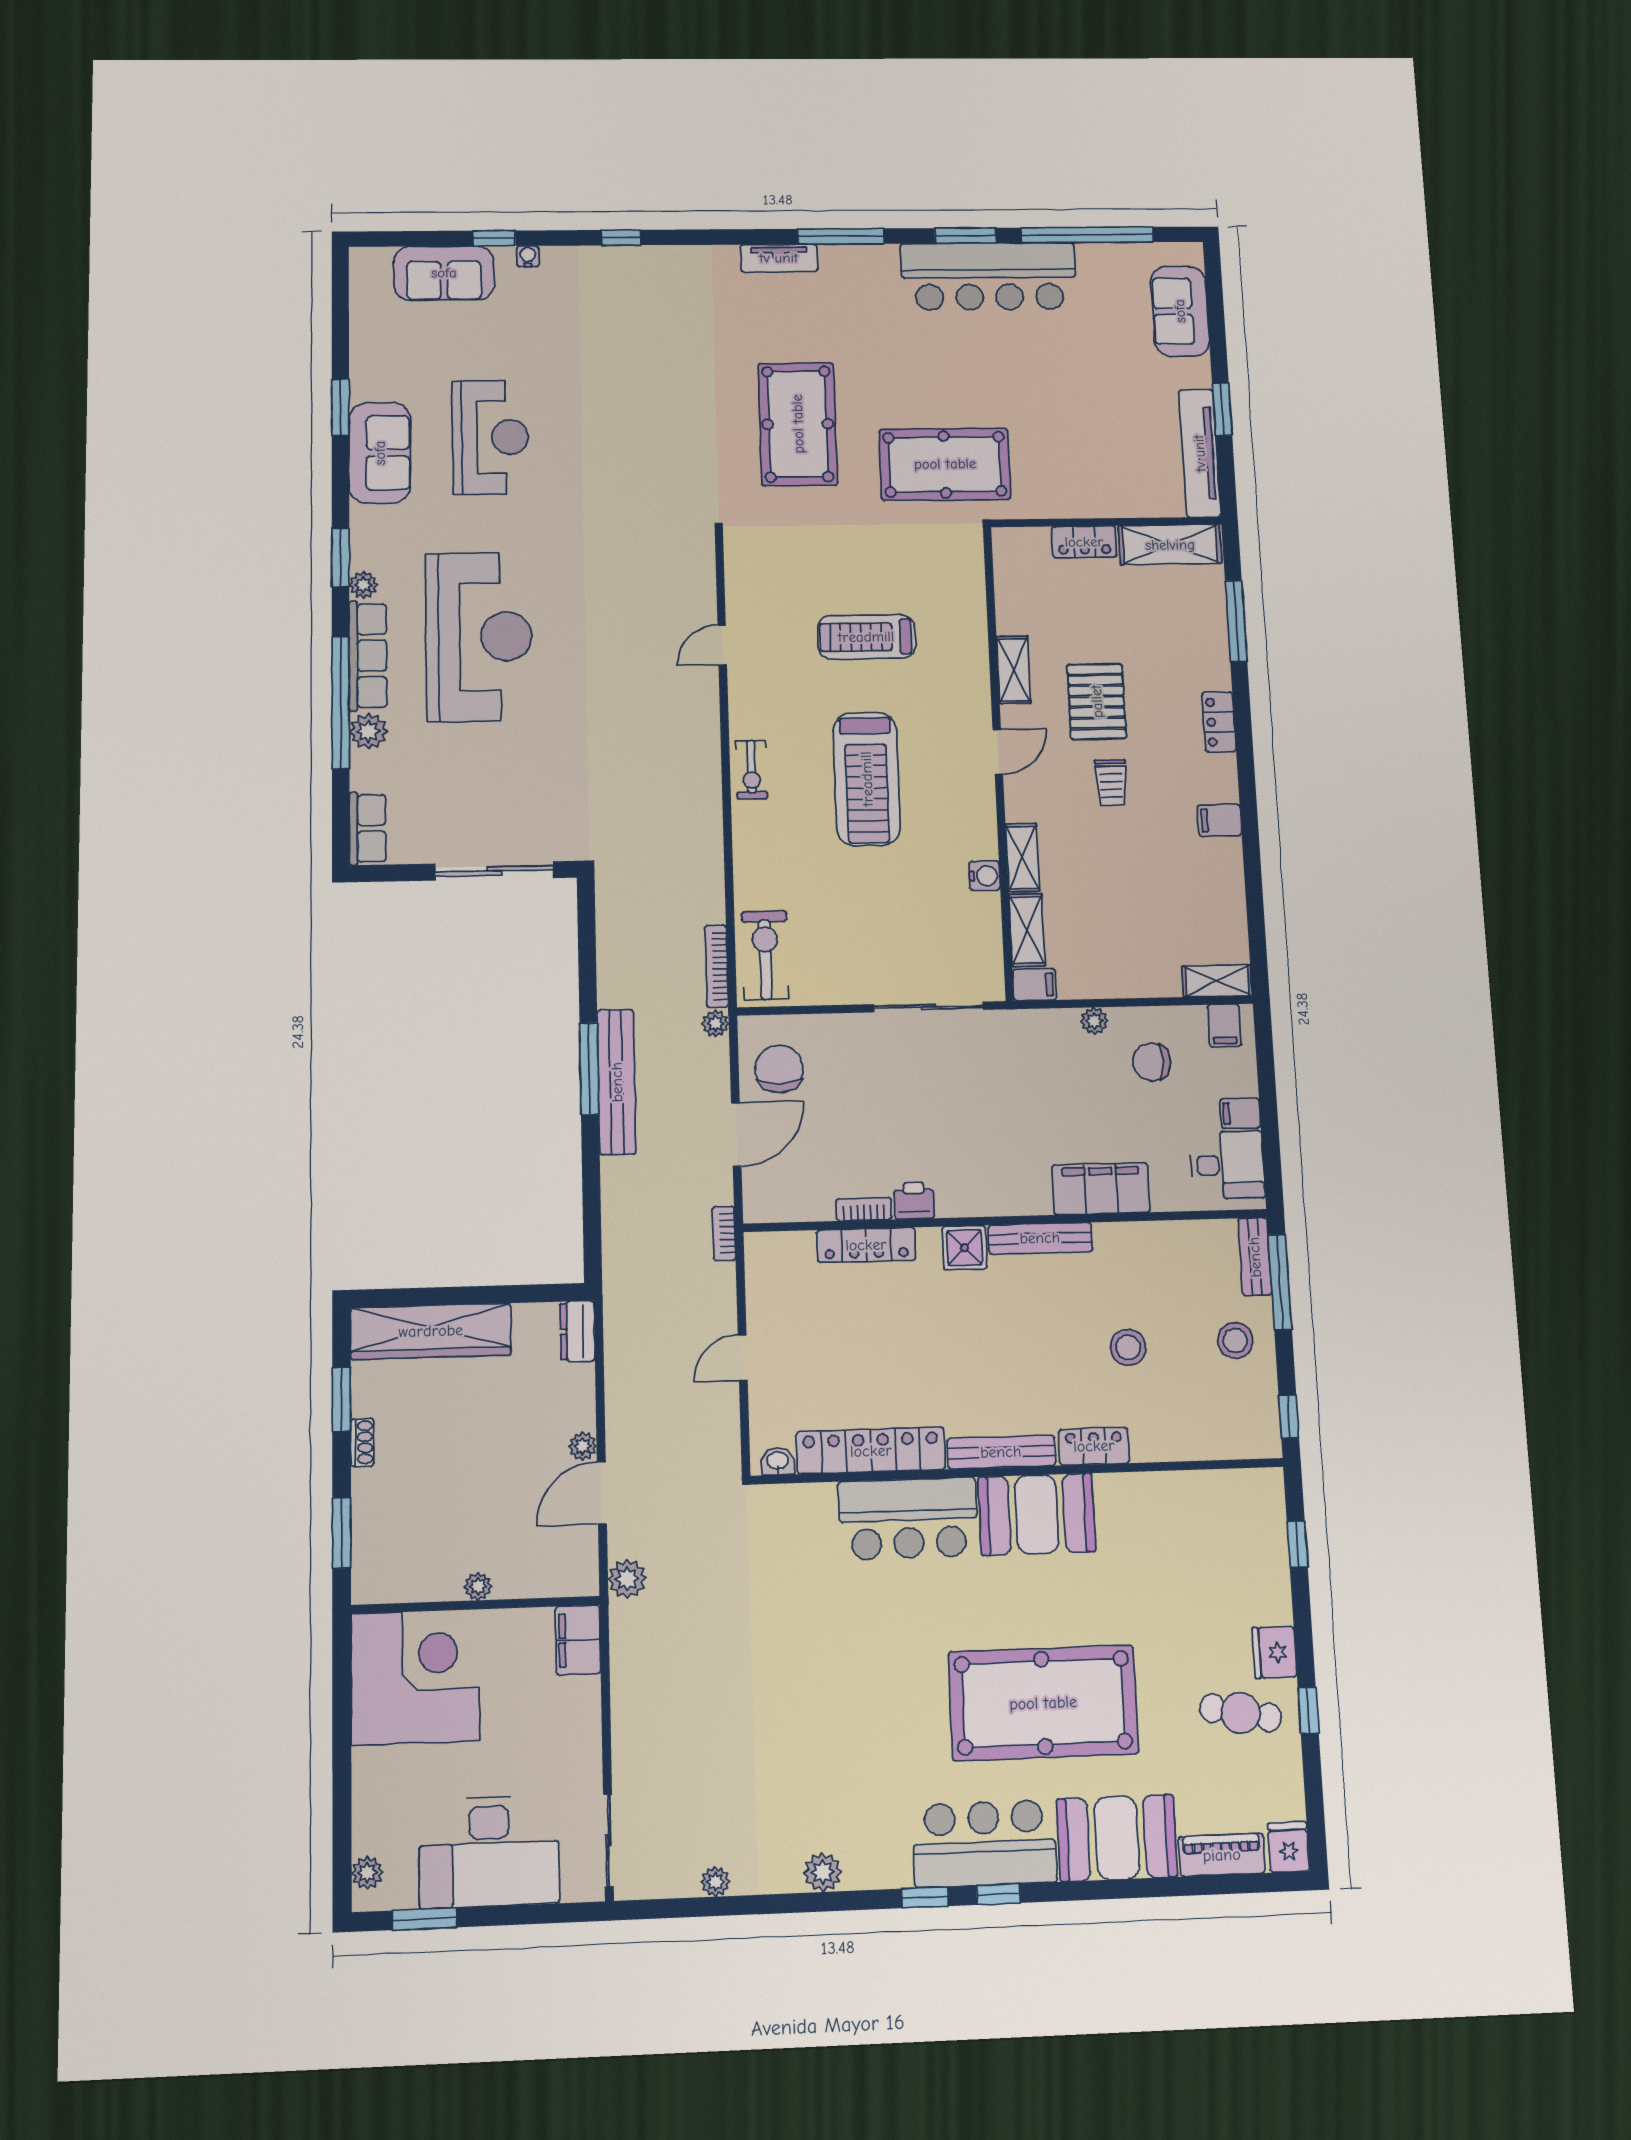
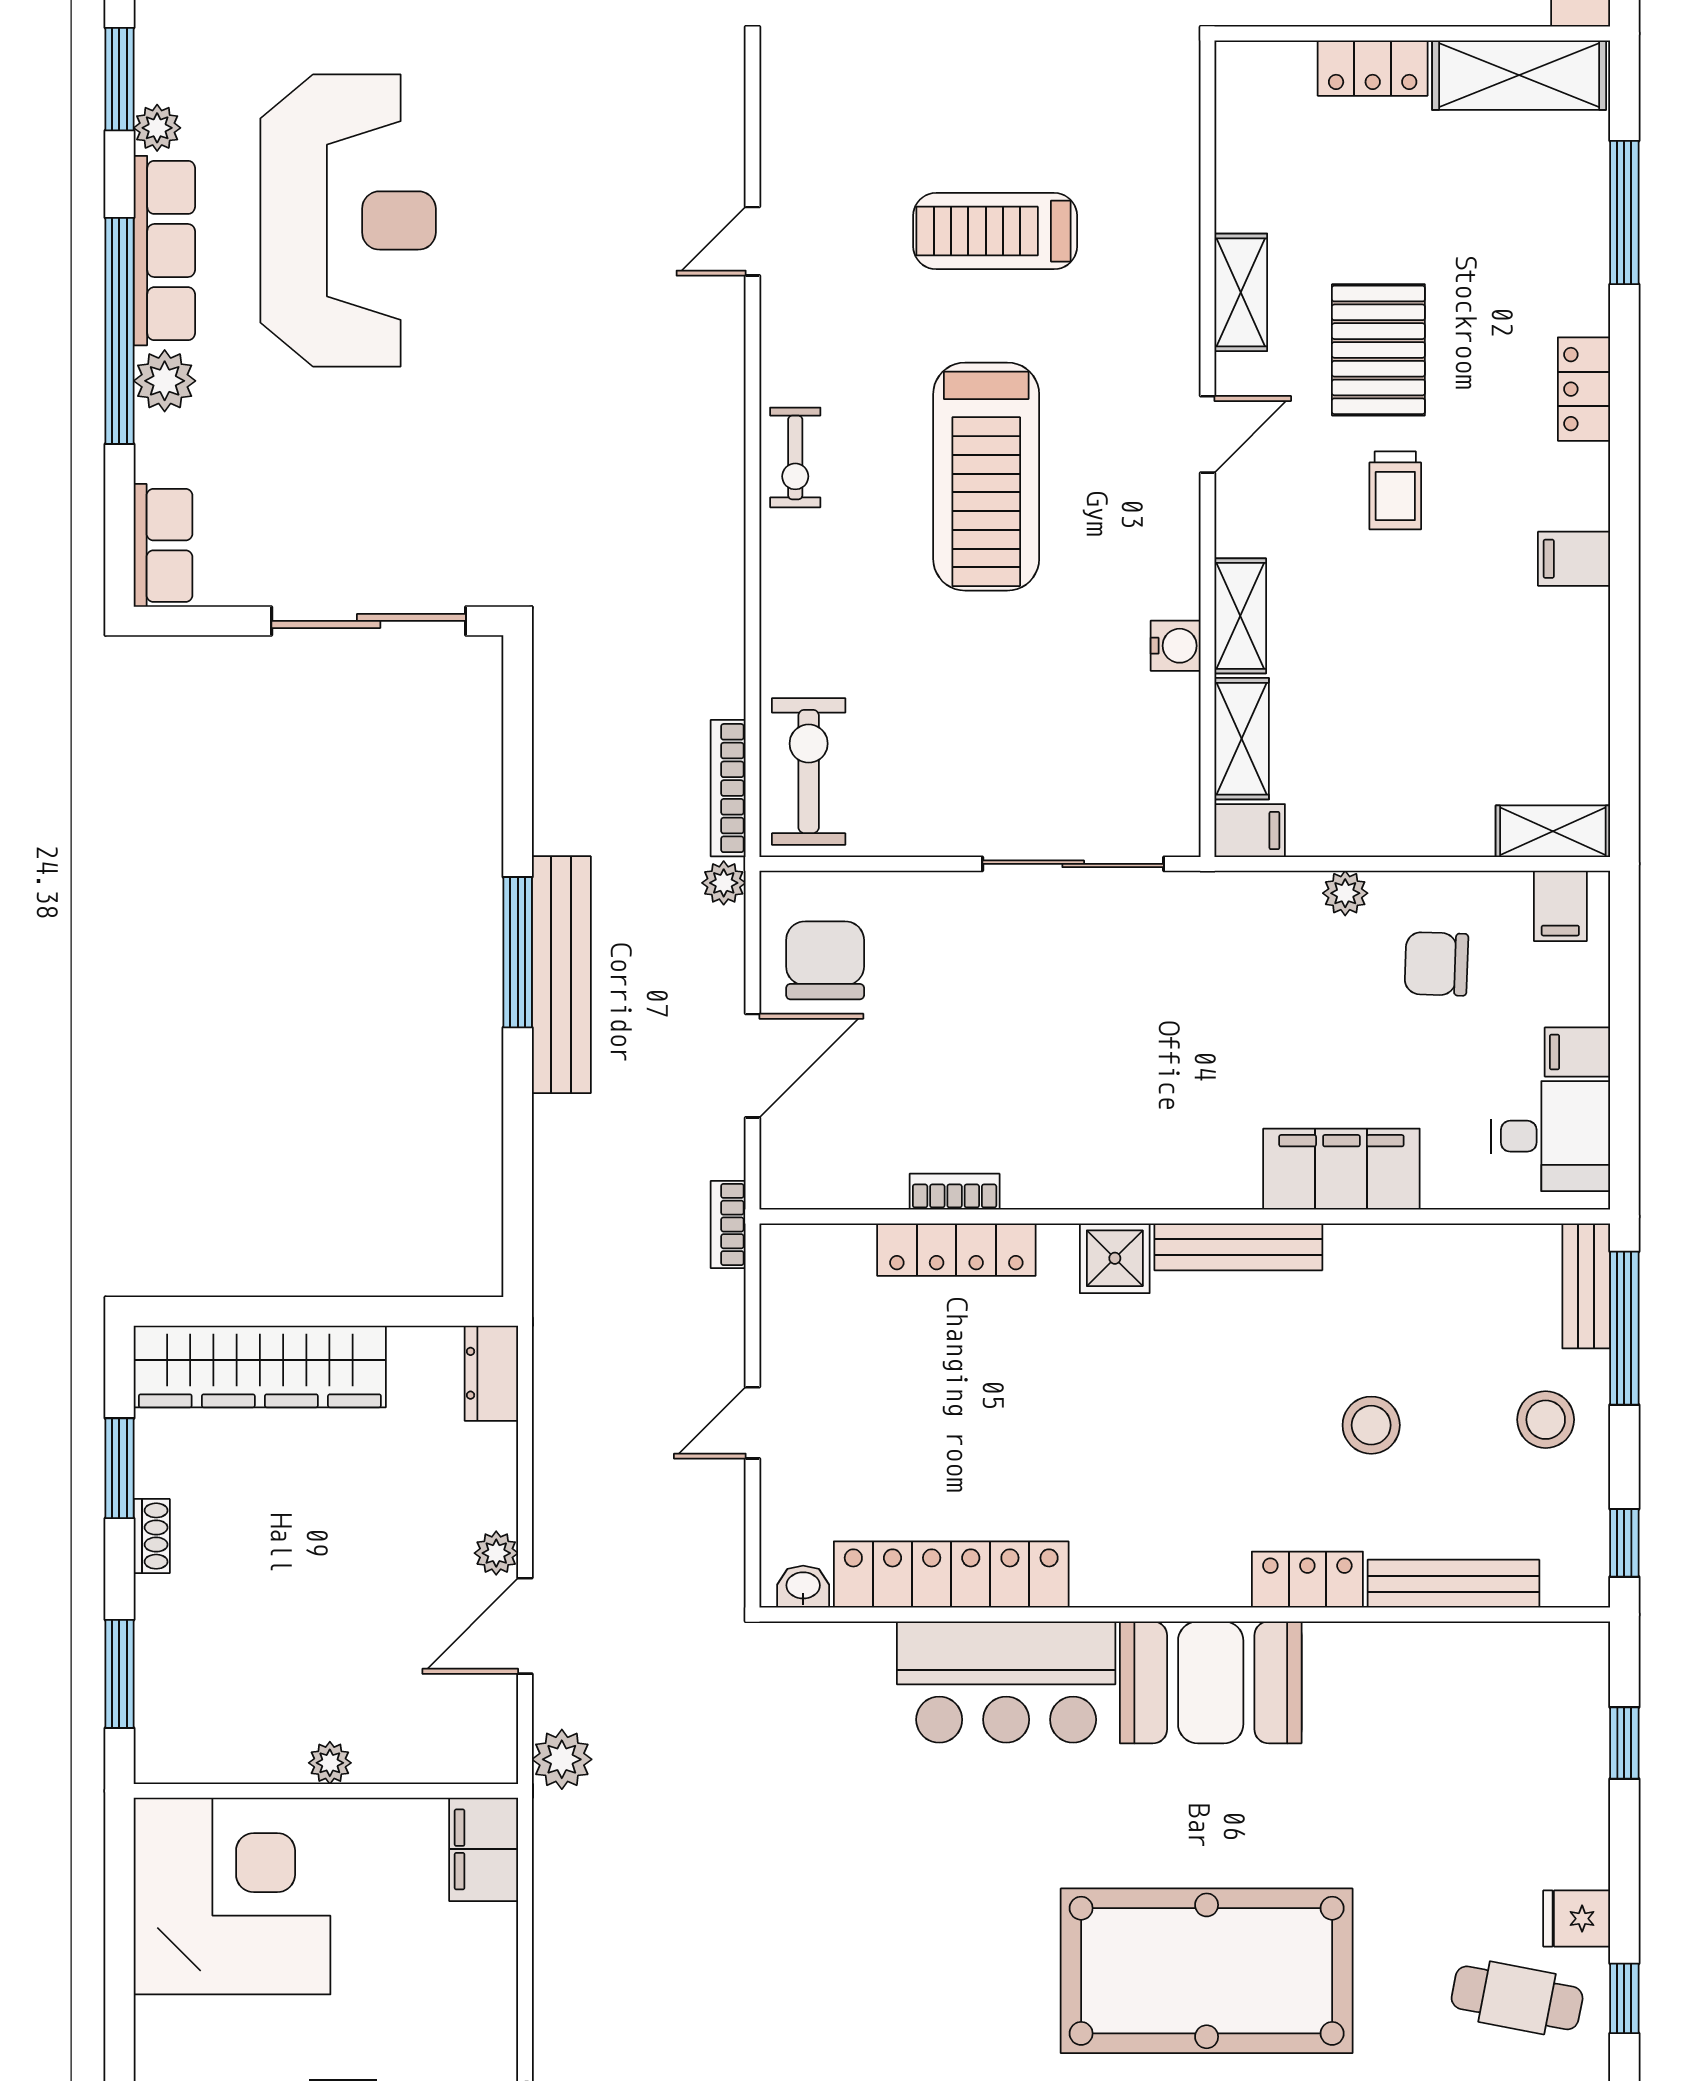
printer: (914, 1201) -> (1036, 1180), removed
bench: (1001, 1452) -> (1453, 1584), moved
fridge: (1274, 1652) -> (1577, 1919), width x0.72

